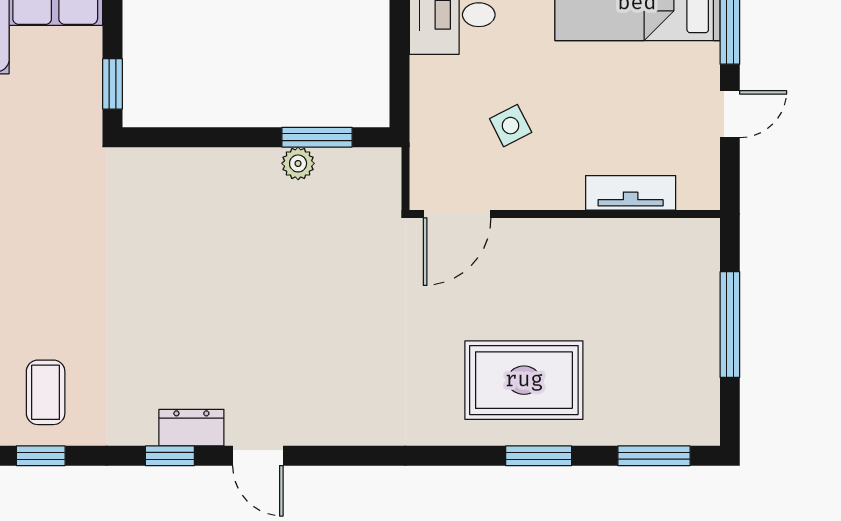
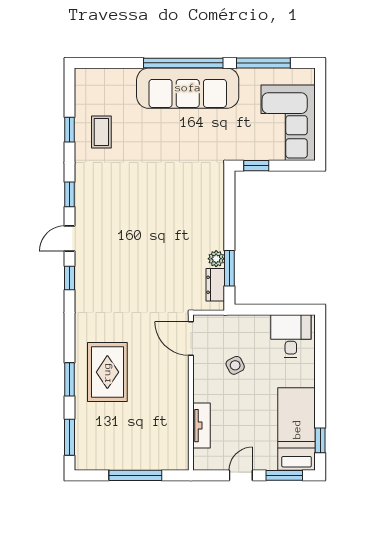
door: (730, 114) -> (241, 475), swing flipped
coffee table: (46, 392) -> (101, 132), turned 90
dresser: (191, 428) -> (215, 285), moved, turned 180
window: (336, 456) -> (70, 278), added

